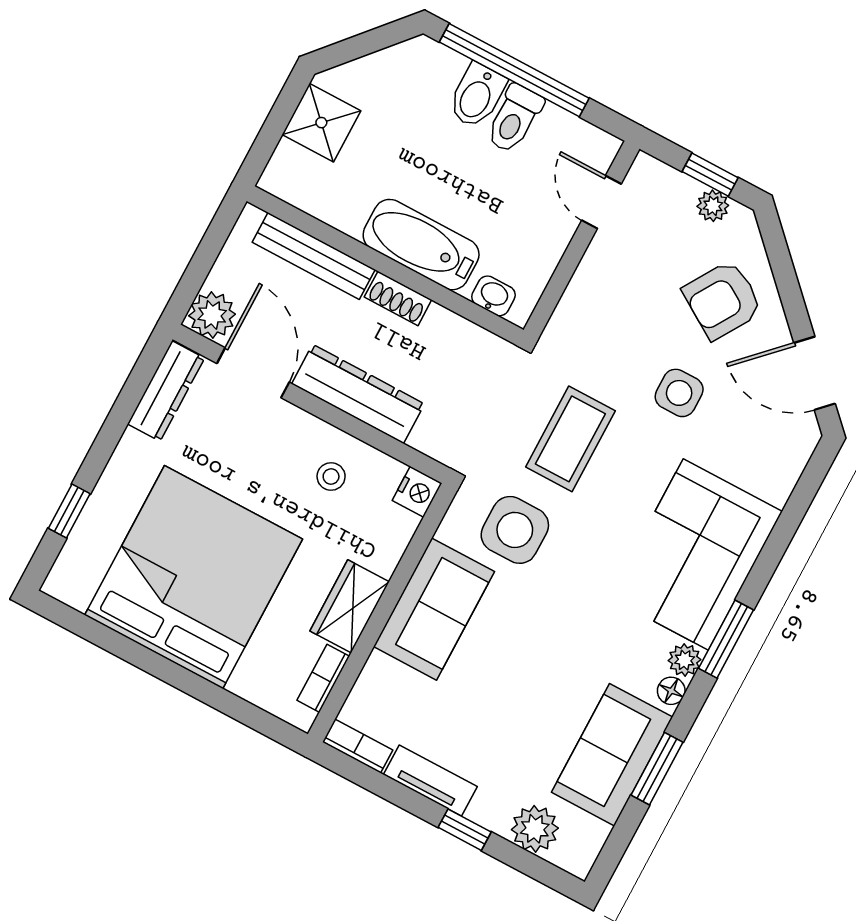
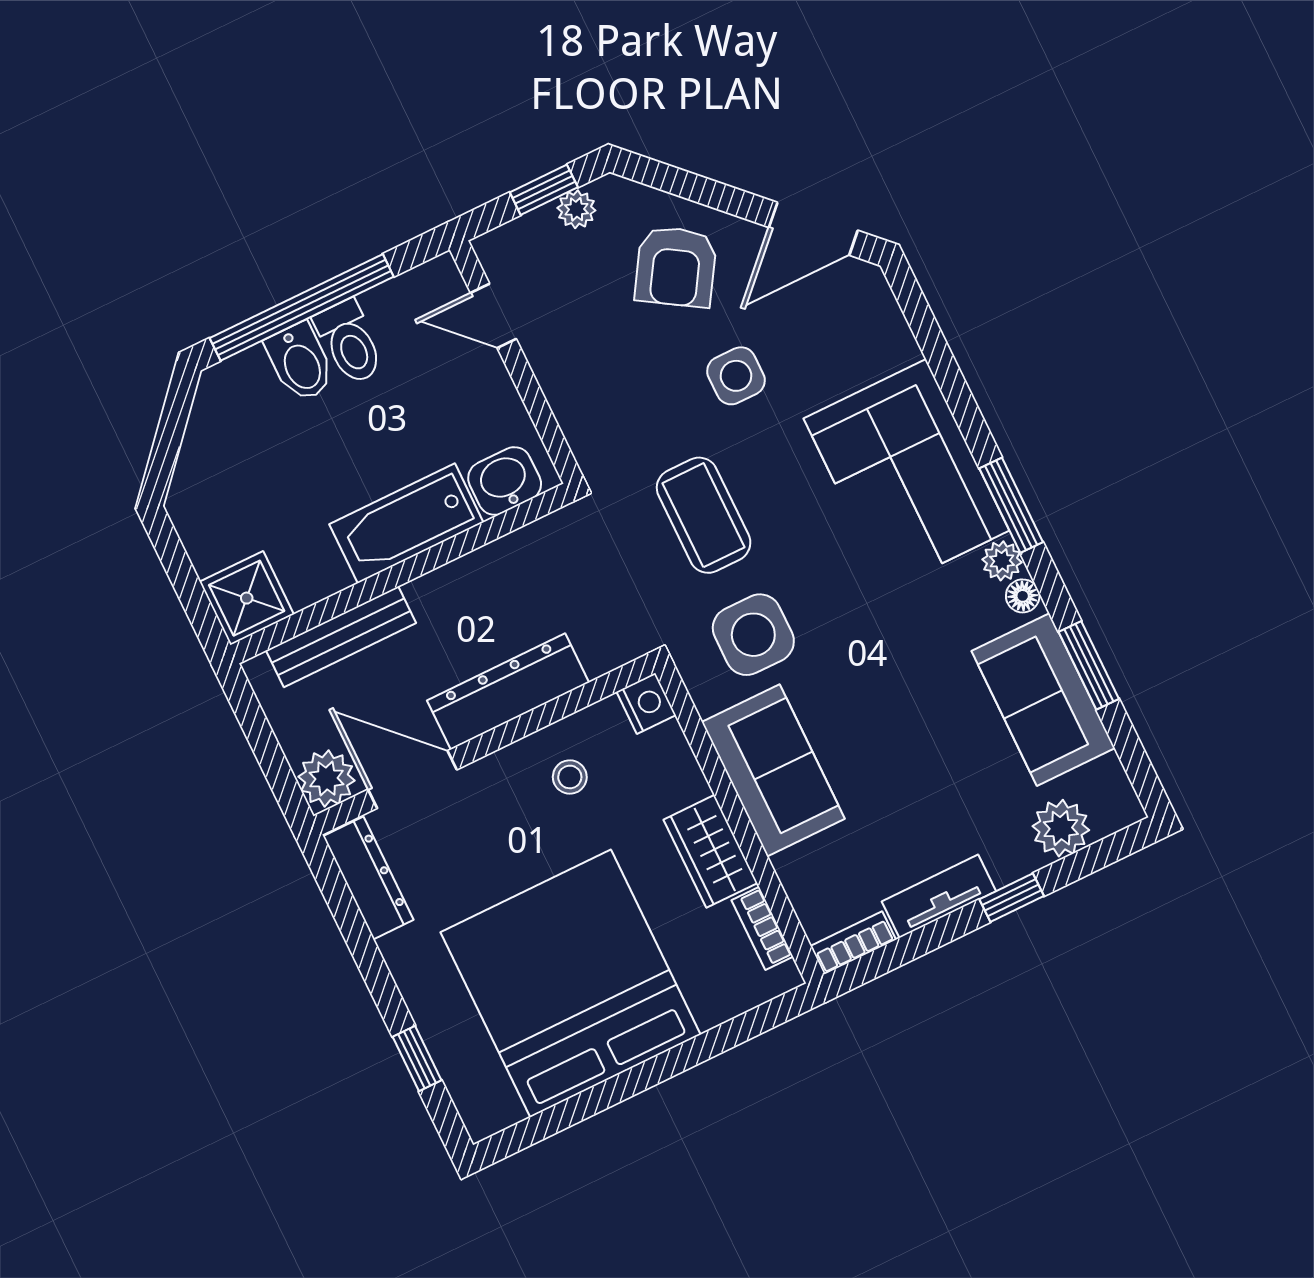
shower: (321, 123) -> (247, 598), moved
washbasin: (493, 296) -> (505, 481), width x1.38, depth x1.45
shoe rack: (398, 298) -> (443, 584), removed

